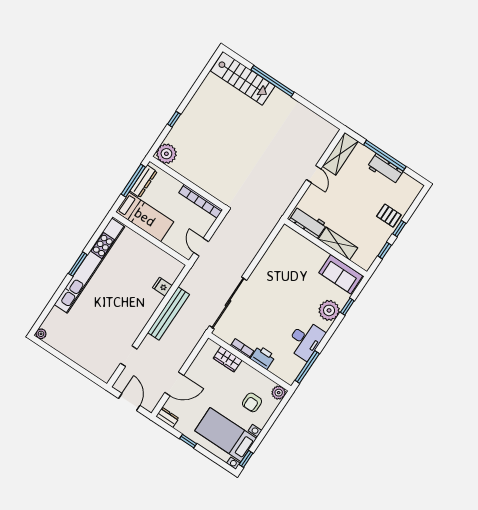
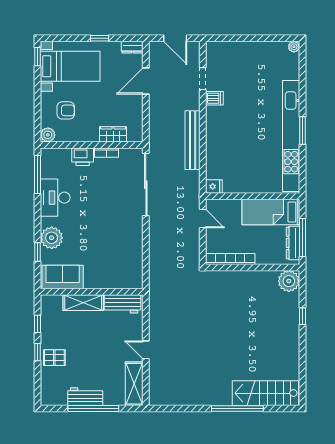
fridge: (162, 287) -> (214, 187), moved
dishwasher: (130, 335) -> (214, 98), added
armchair: (252, 402) -> (66, 110), turned 90

